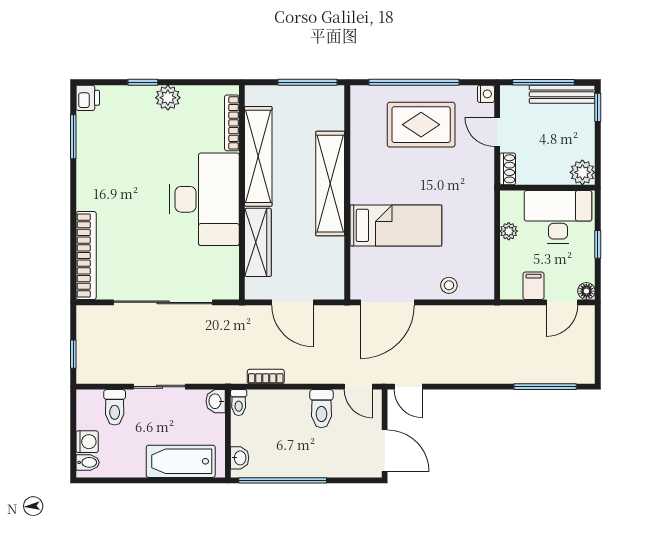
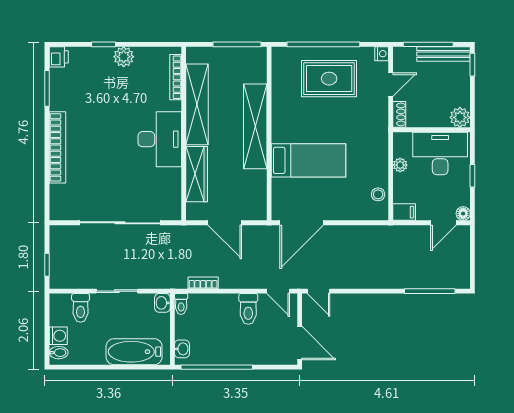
door: (497, 132) -> (391, 85), swing flipped
desk: (204, 199) -> (160, 139), width x0.73, depth x0.77
bookcase: (86, 256) -> (57, 147), moved
stool: (449, 285) -> (378, 194), moved
filing cabinet: (534, 286) -> (404, 212), moved, turned 90

